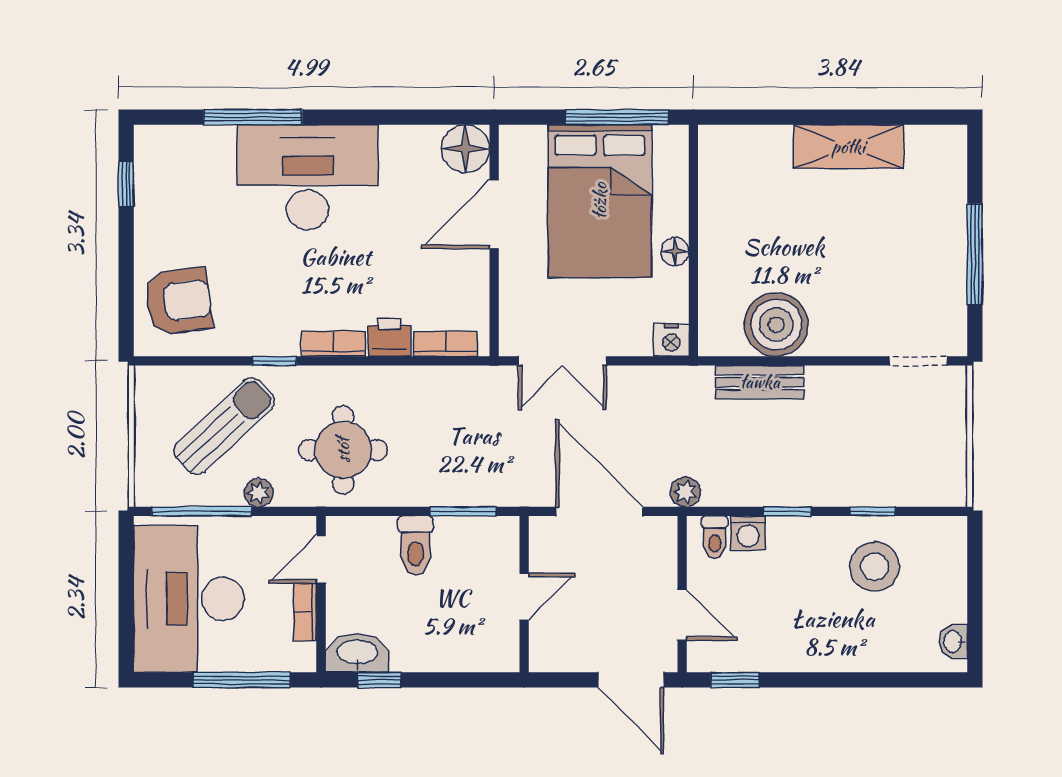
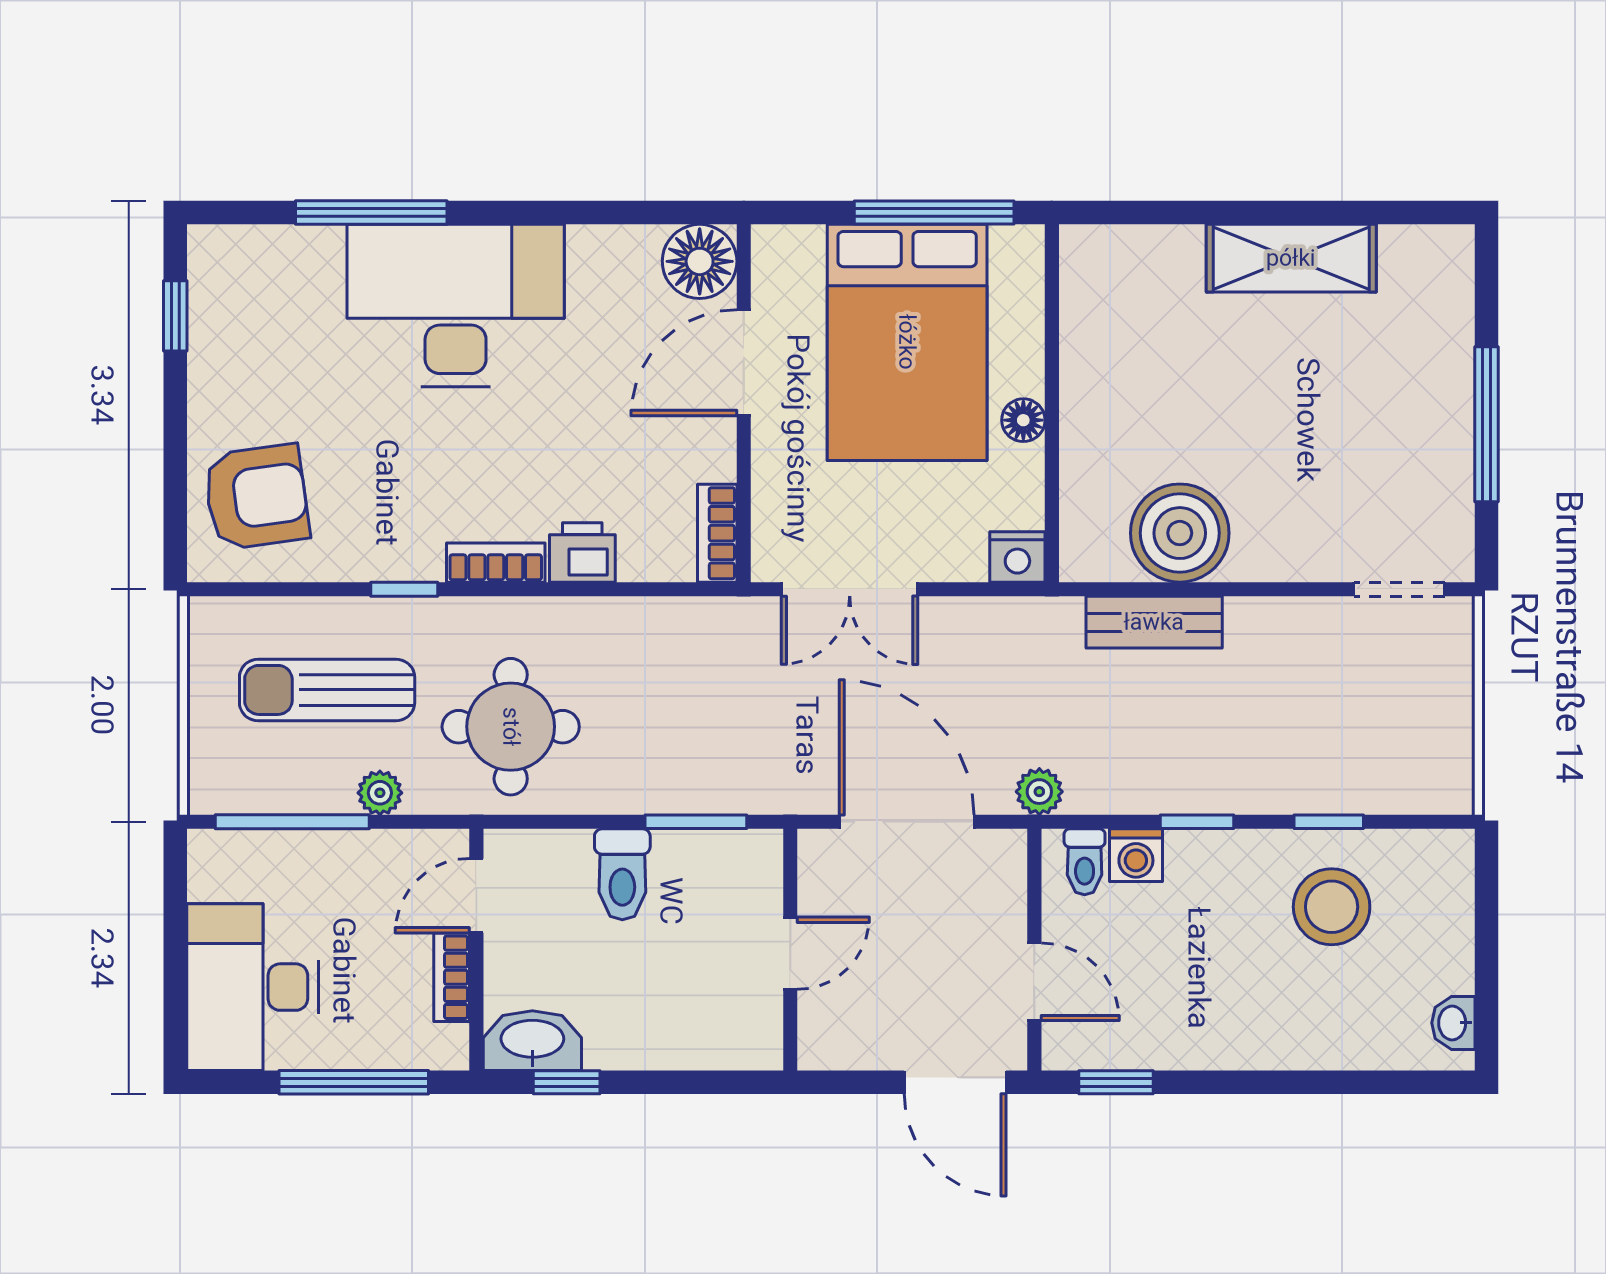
bookcase: (446, 344) -> (717, 533), moved, turned -90
sun lounger: (224, 426) -> (327, 690), turned -137
desk: (189, 599) -> (252, 987), width x0.73, depth x0.77

